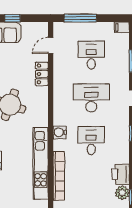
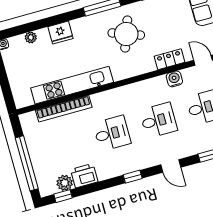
desk: (91, 98) -> (158, 120), width x0.73
water cooler: (60, 132) -> (174, 79), moved

